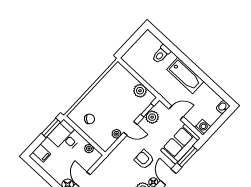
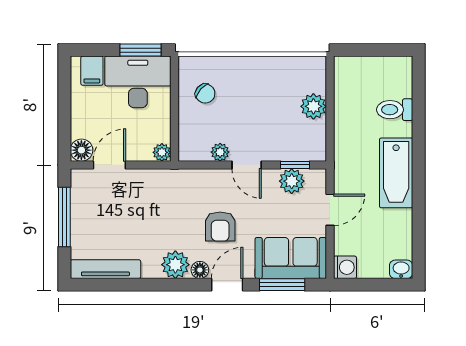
plant: (140, 91) -> (313, 106), moved
door: (176, 113) -> (330, 210), hinge flipped
desk: (65, 137) -> (138, 82), width x1.37
plant: (89, 149) -> (162, 152), moved
armchair: (144, 159) -> (220, 226), turned 180

